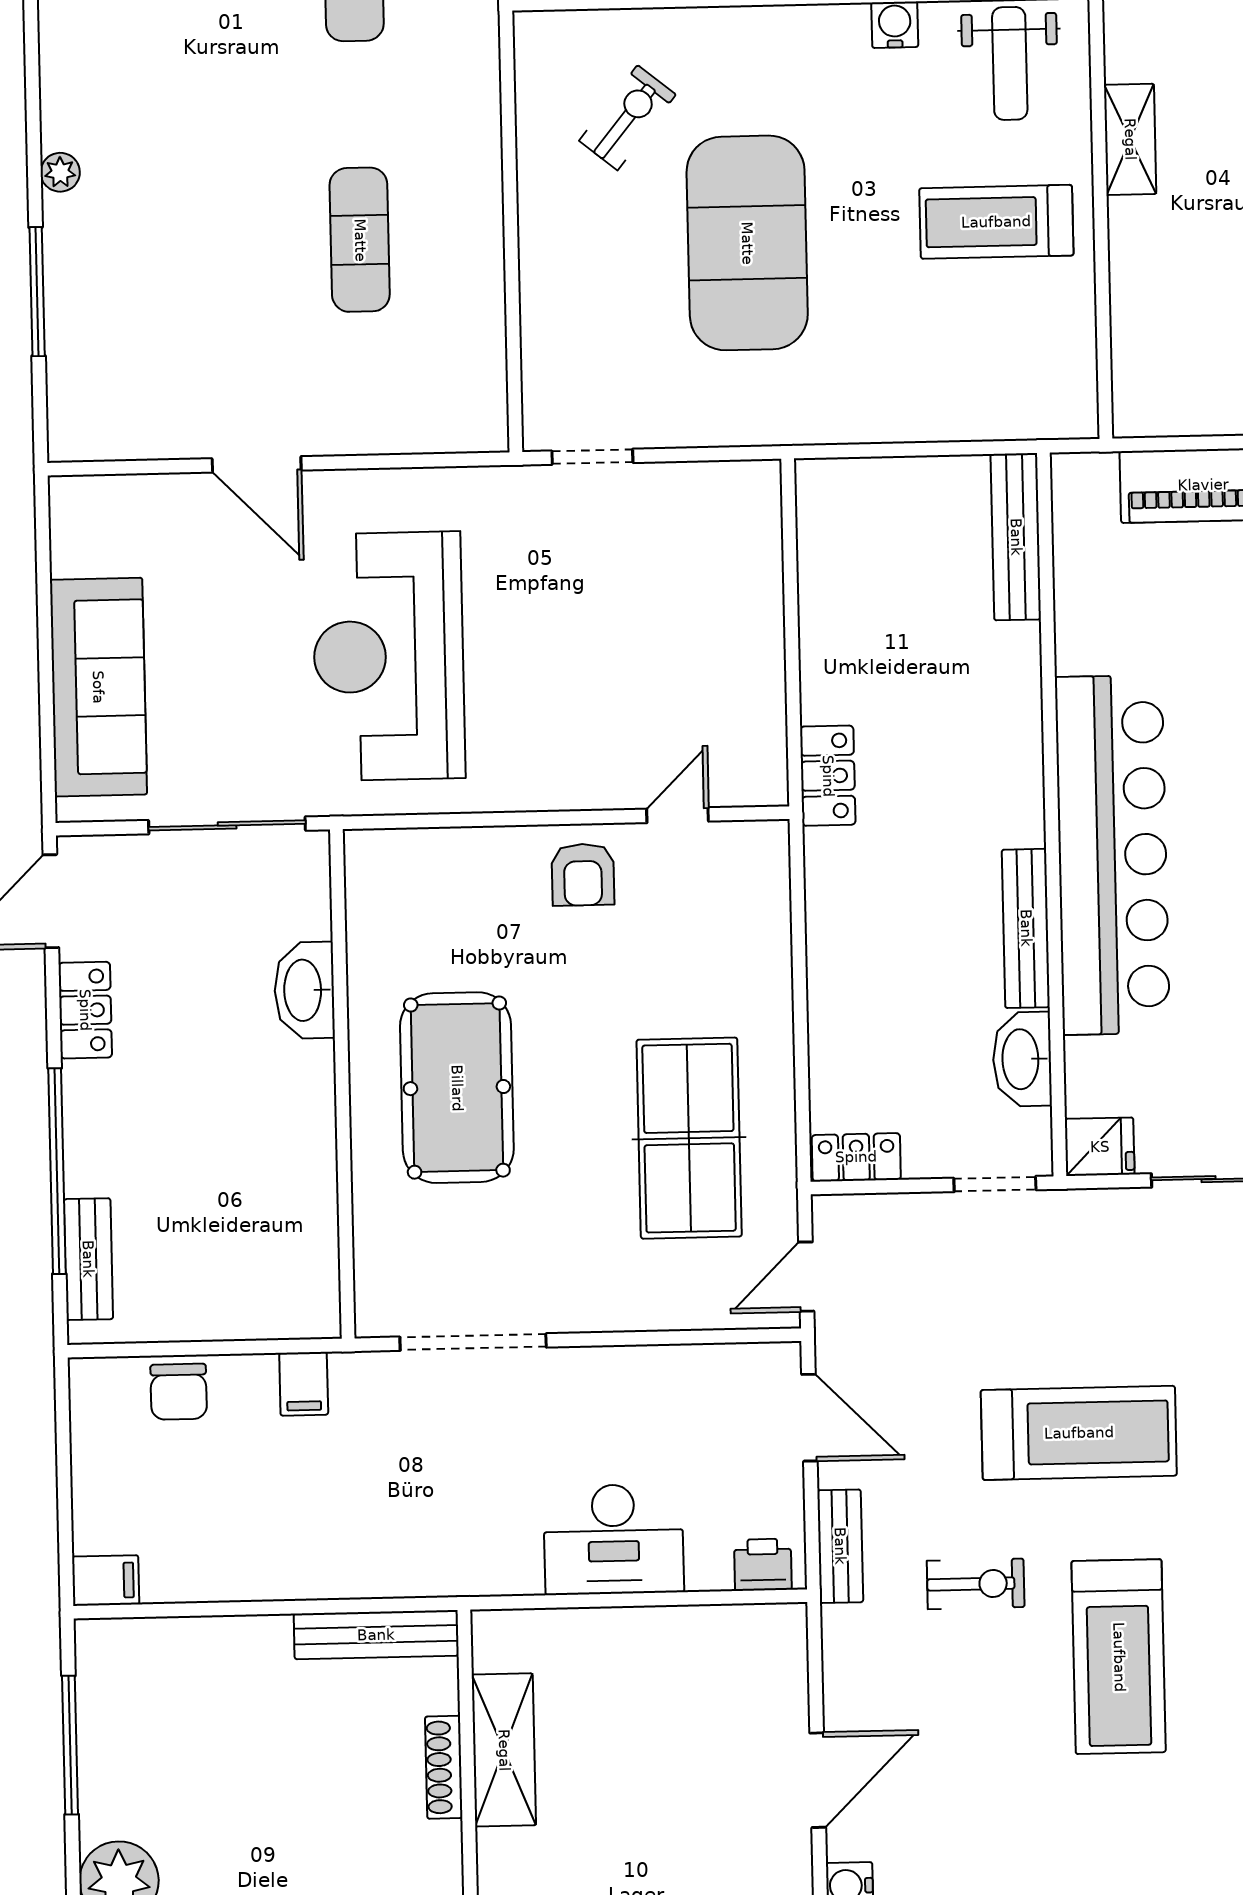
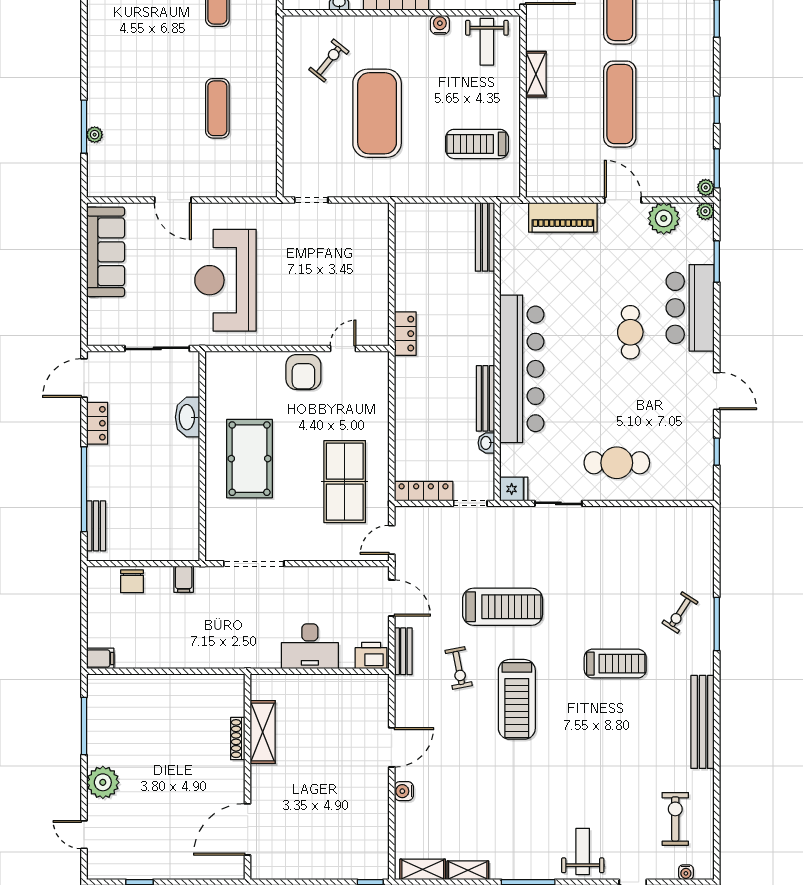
plant: (60, 172) -> (95, 135), moved
treadmill: (996, 222) -> (477, 144), moved
sofa: (98, 687) -> (106, 252), moved
armchair: (583, 875) -> (303, 372), width x1.38, depth x1.38
washbasin: (1022, 1059) -> (486, 443), width x0.52, depth x0.69
locker: (856, 1157) -> (424, 491), width x1.53
printer: (763, 1565) -> (371, 656), width x1.36, depth x1.24
exercise bike: (976, 1584) -> (459, 668), turned 79
bench: (376, 1635) -> (211, 683), removed

